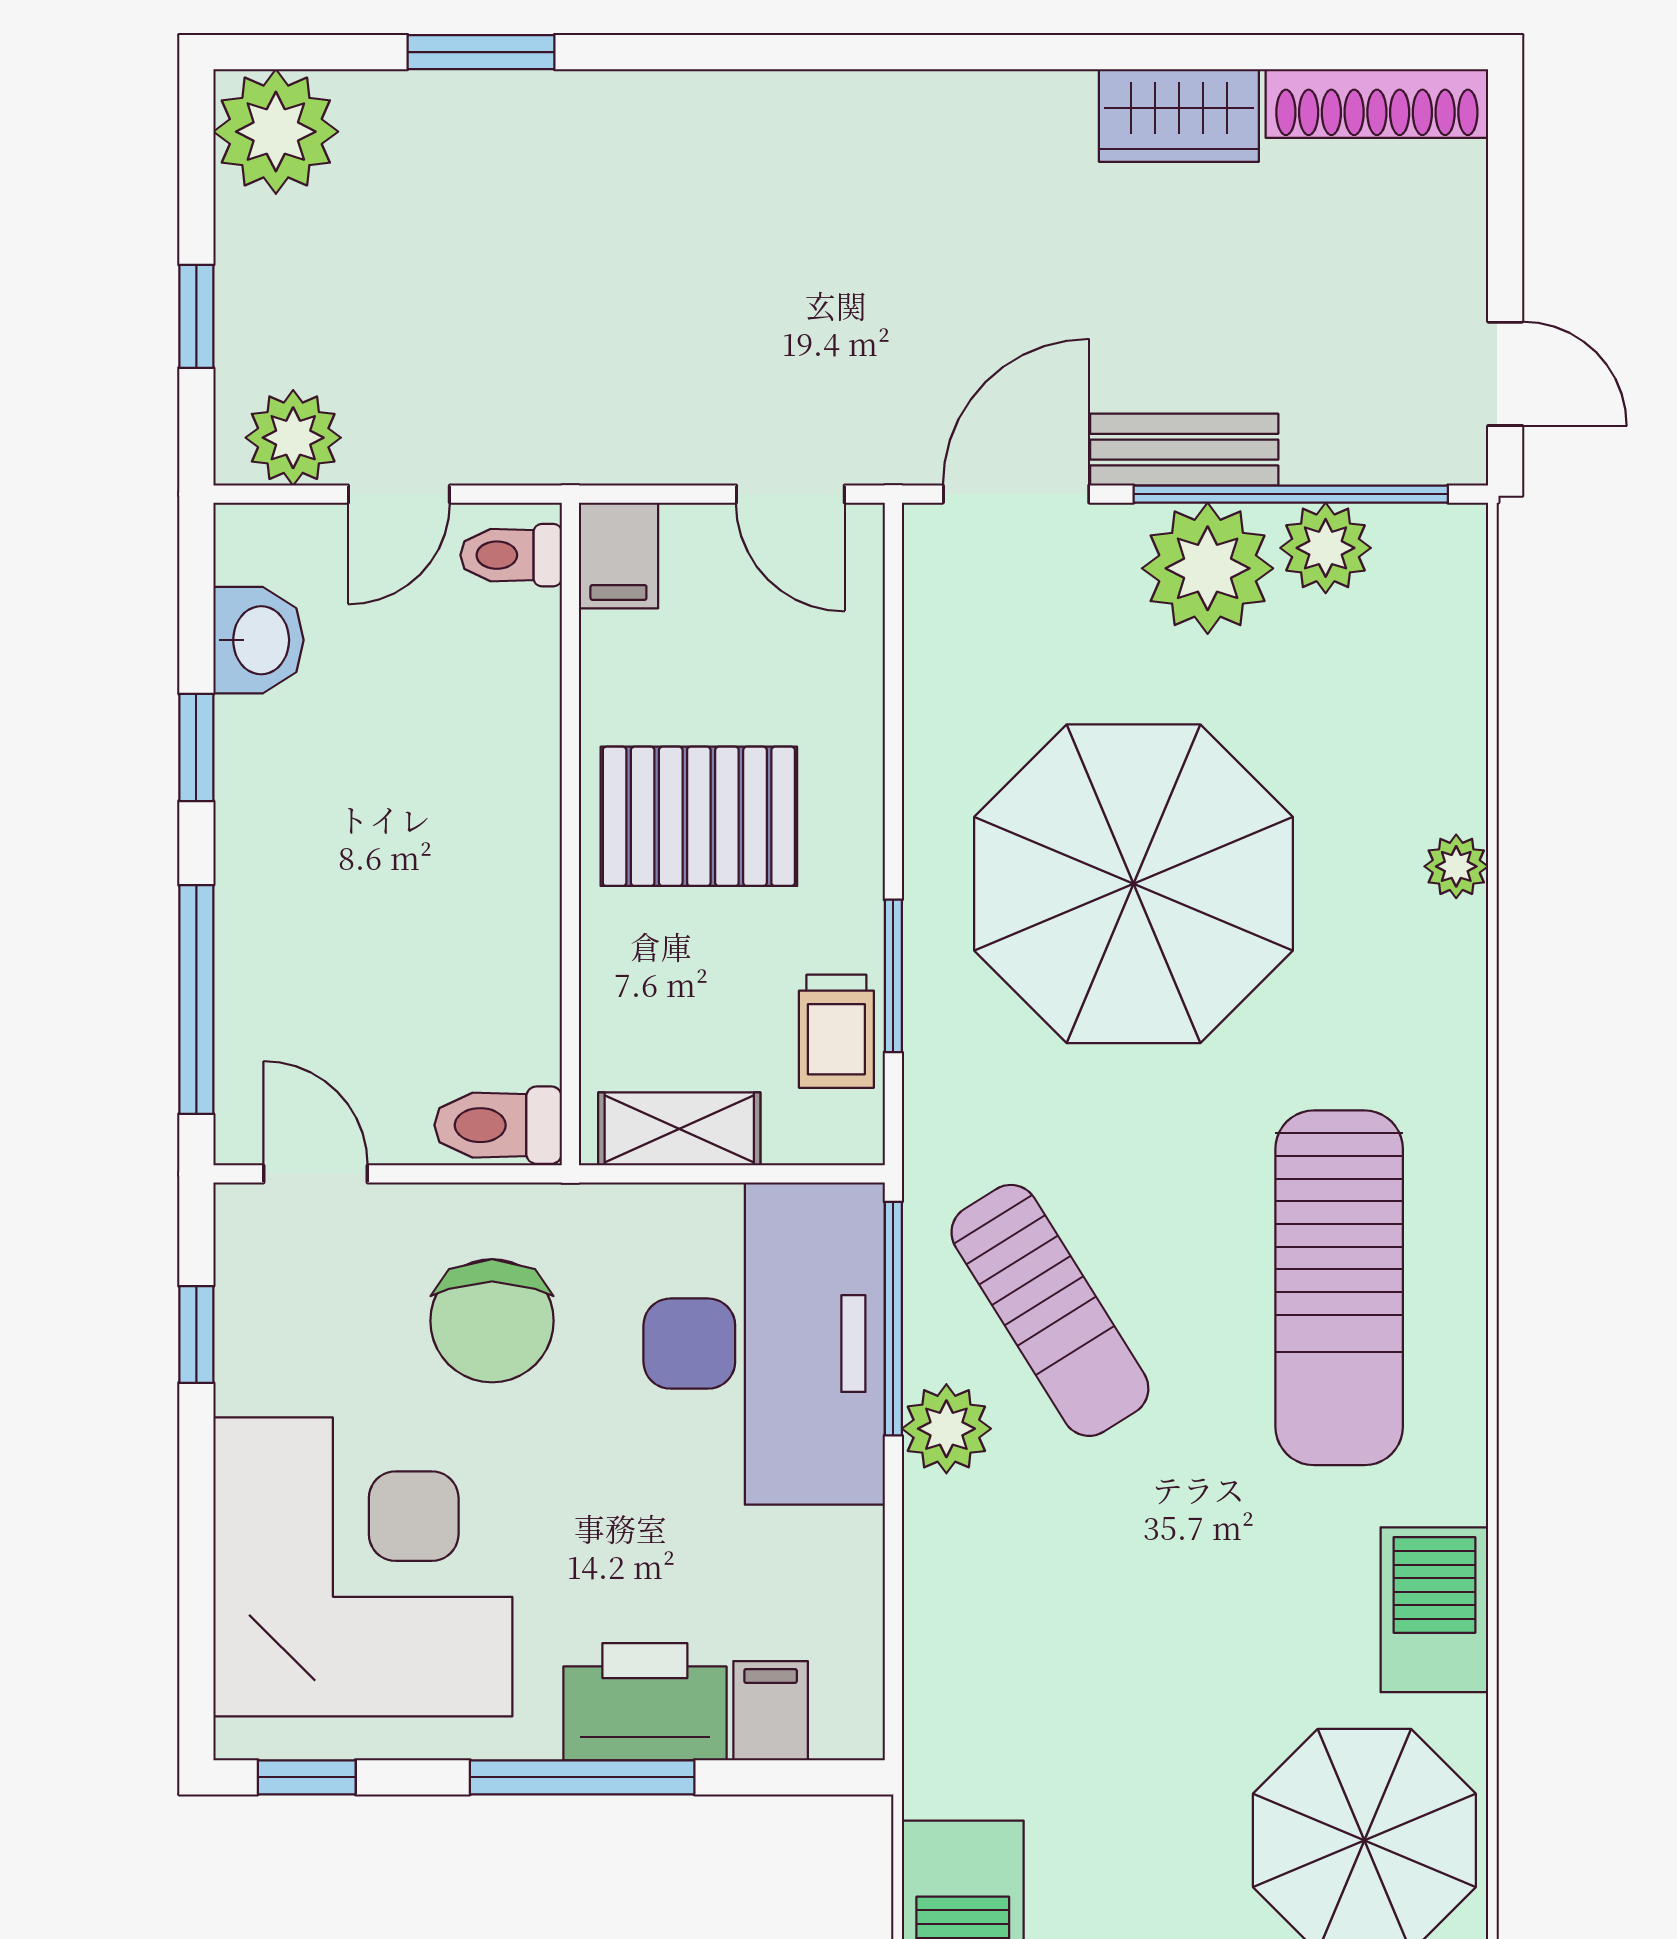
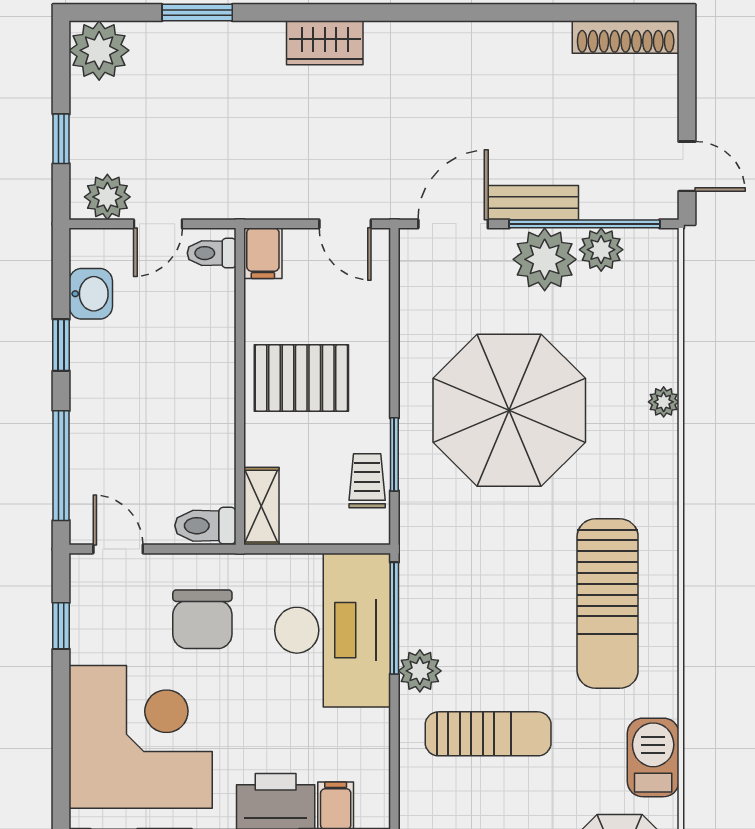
wardrobe: (1179, 115) -> (325, 43), moved
trolley: (836, 1031) -> (367, 481), turned 180
shelving: (679, 1129) -> (261, 506), moved, turned 90
sun lounger: (1050, 1310) -> (488, 734), moved, turned -58

